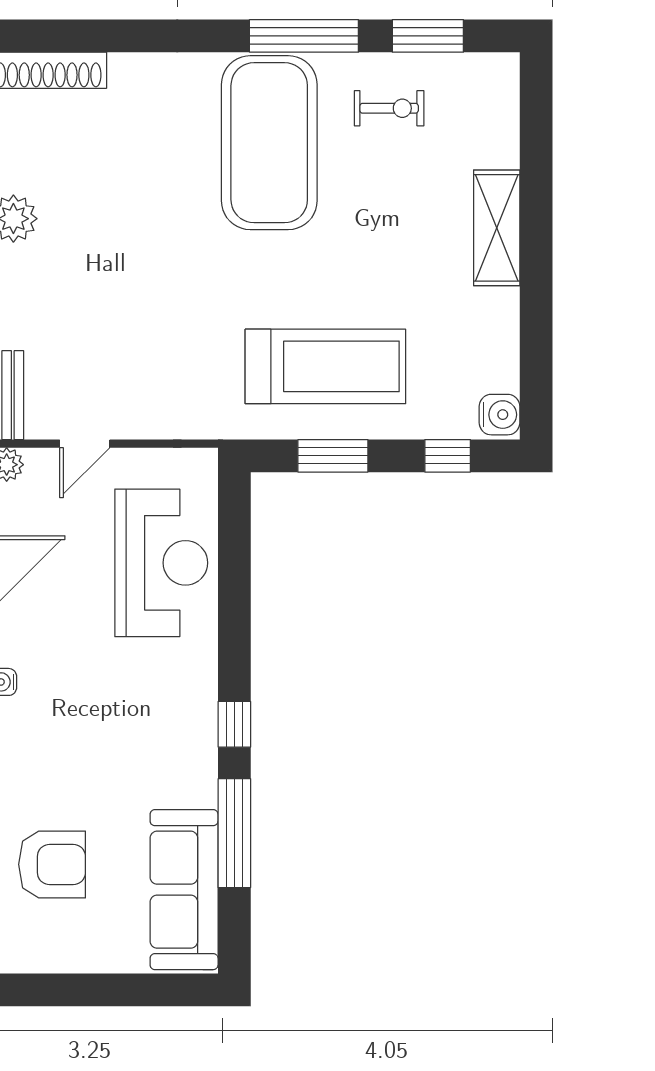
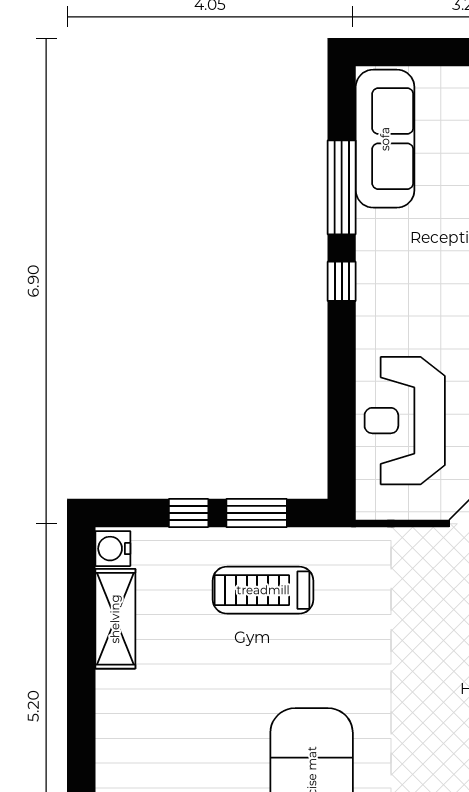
shelving: (497, 228) -> (115, 619), moved
treadmill: (325, 366) -> (263, 590), width x0.73, depth x0.73
window: (448, 456) -> (189, 513), moved

